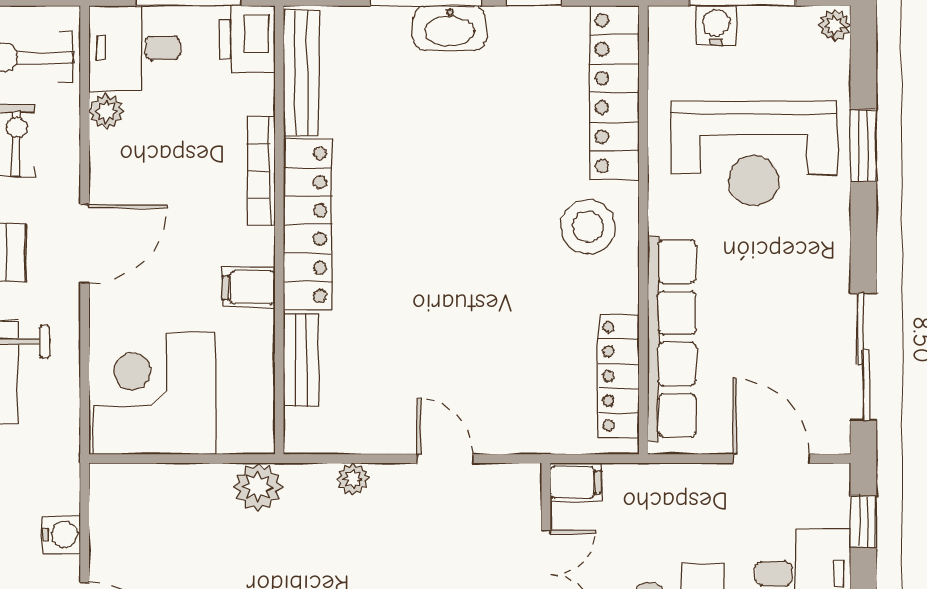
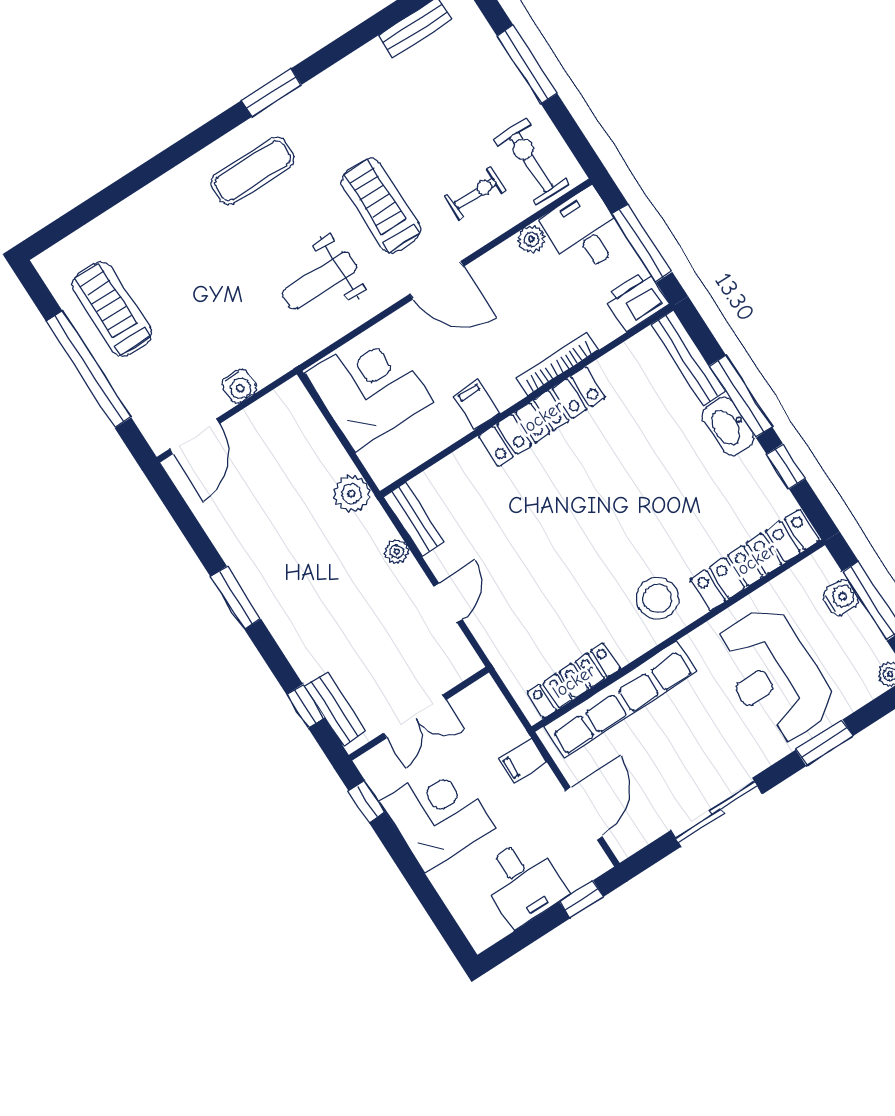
bench: (301, 73) -> (688, 358), moved, turned 90
sliding door: (863, 357) -> (716, 812), moved
bench: (301, 360) -> (414, 519), moved, turned 90
filing cabinet: (576, 482) -> (523, 761), moved, turned 90

